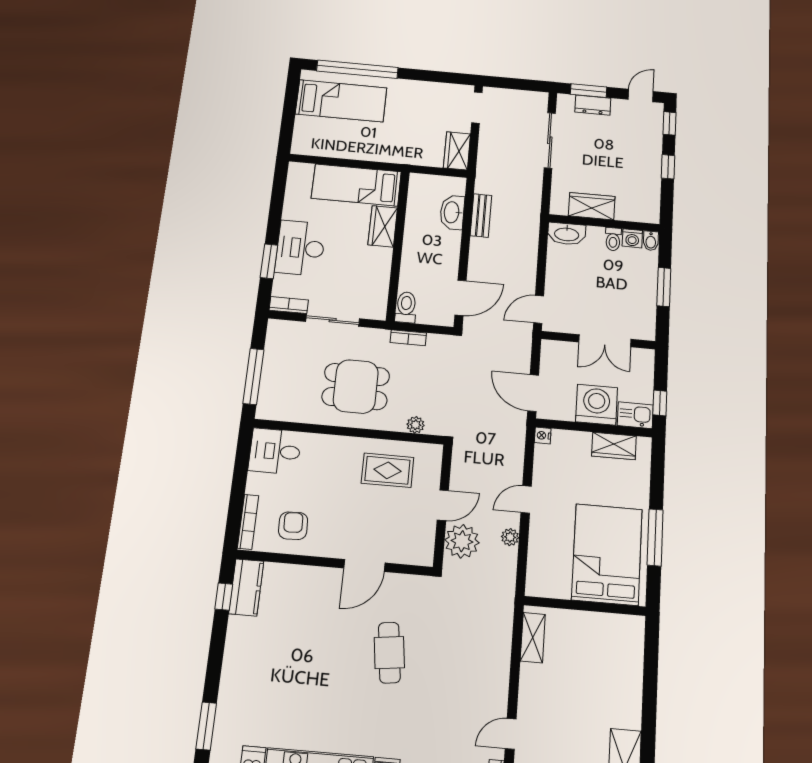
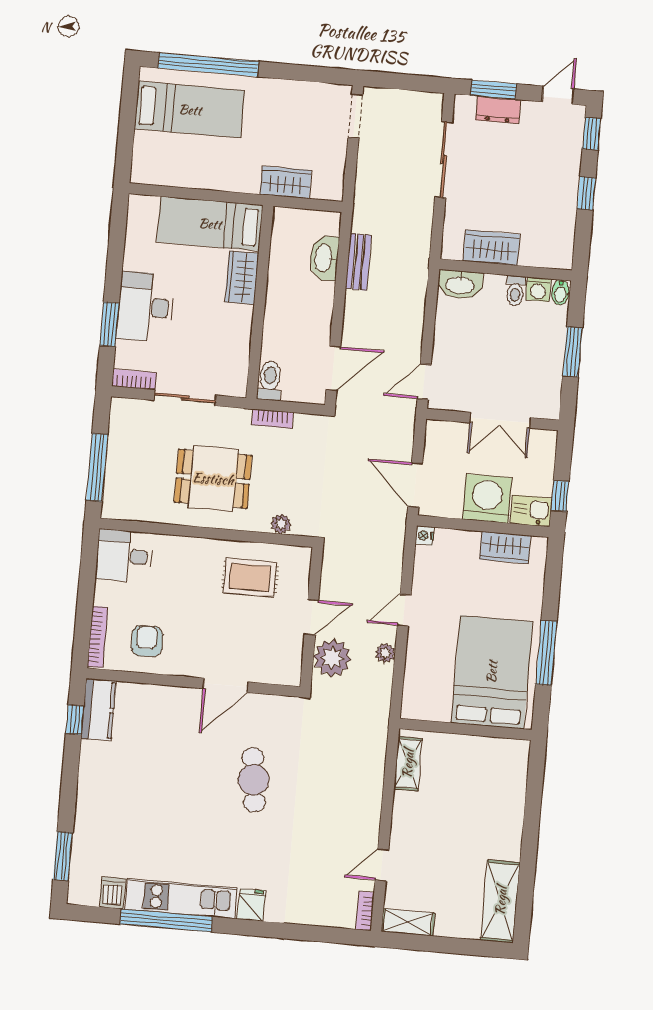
wardrobe: (457, 151) -> (286, 182), moved, turned 90

